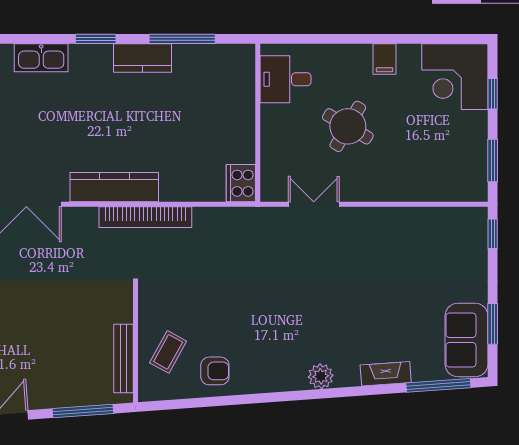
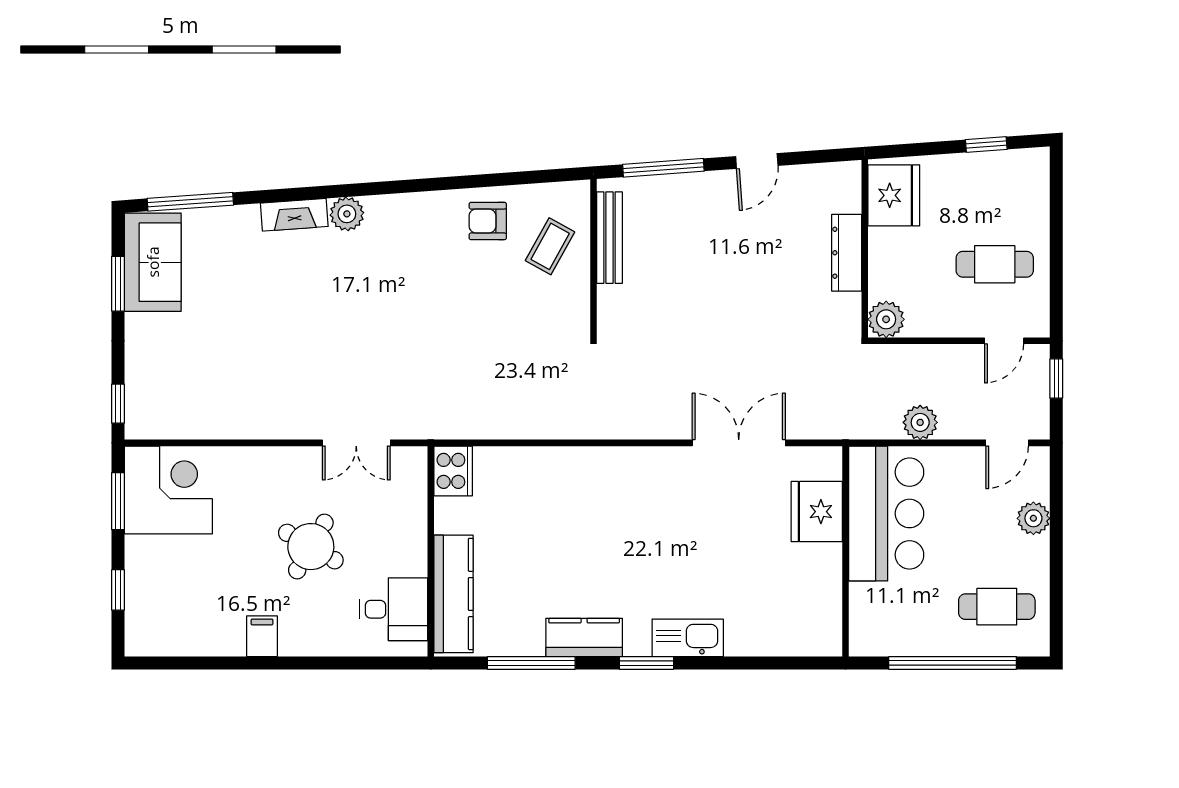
kitchen sink: (41, 58) -> (688, 638), moved
corner desk: (455, 77) -> (168, 490), moved
kitchen counter: (114, 187) -> (454, 594), moved, turned -90
bookcase: (145, 217) -> (580, 426), removed
fireplace: (386, 374) -> (294, 215), moved

